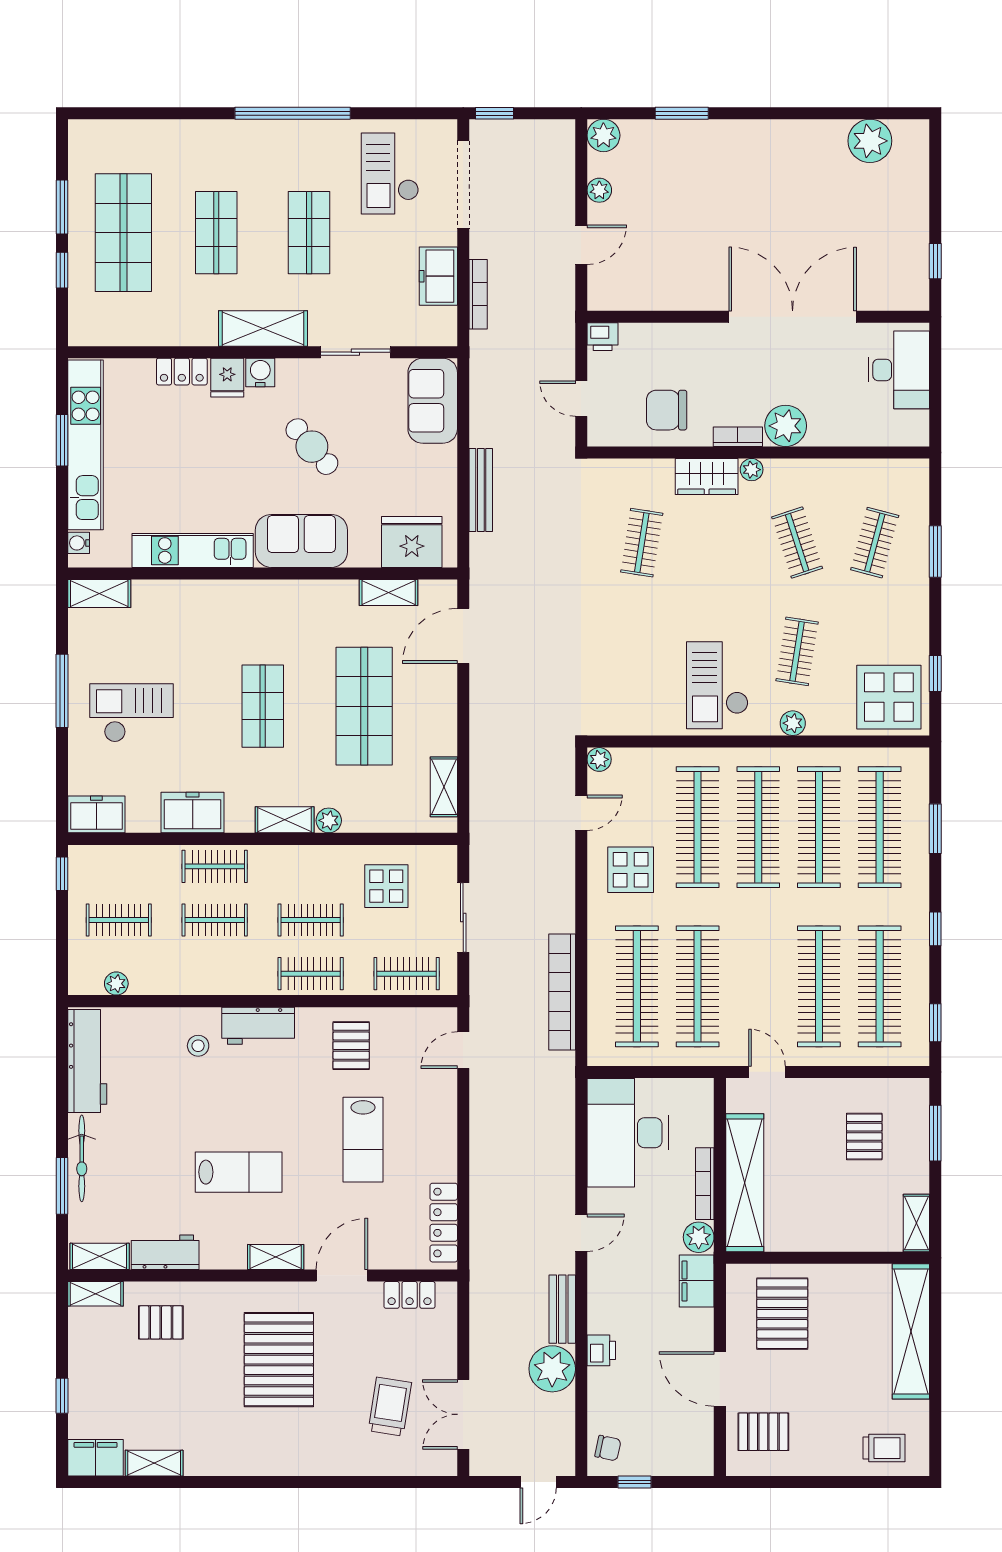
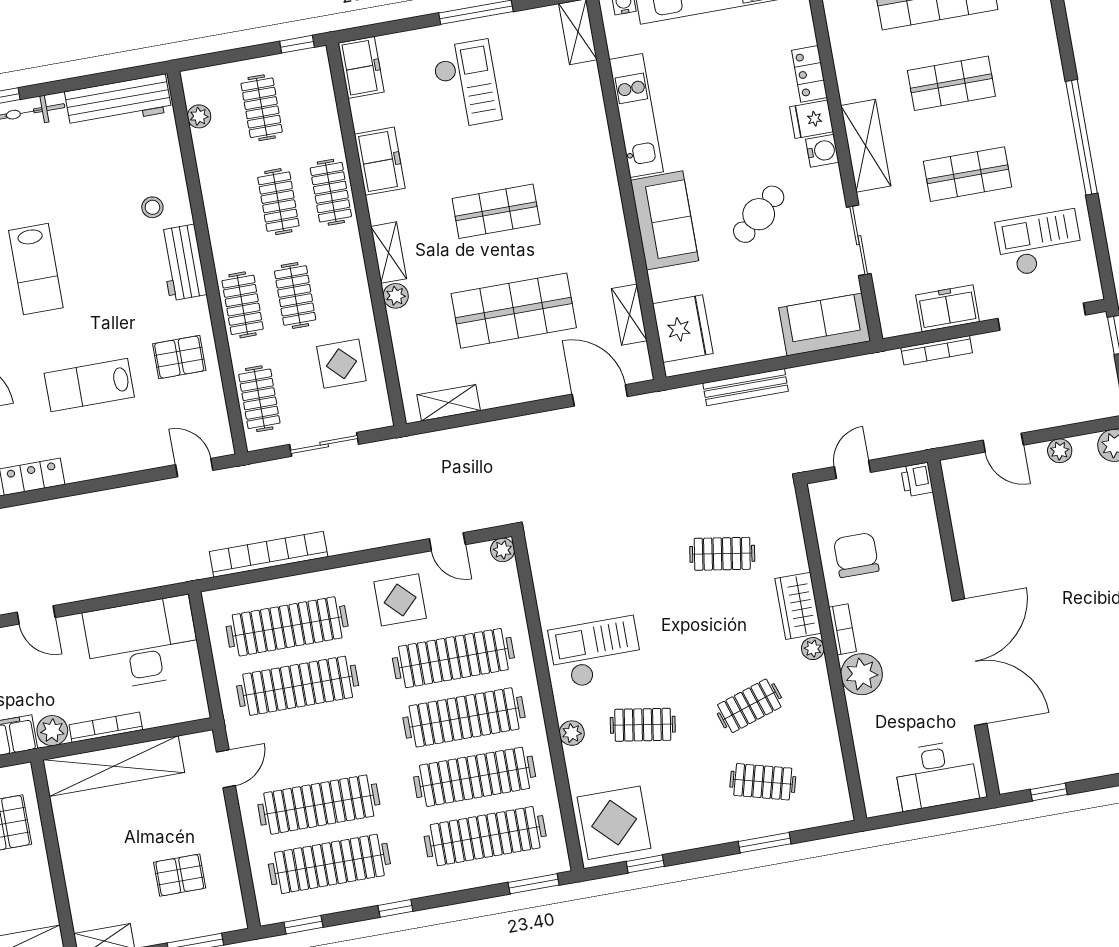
window: (935, 829) -> (534, 884), moved

